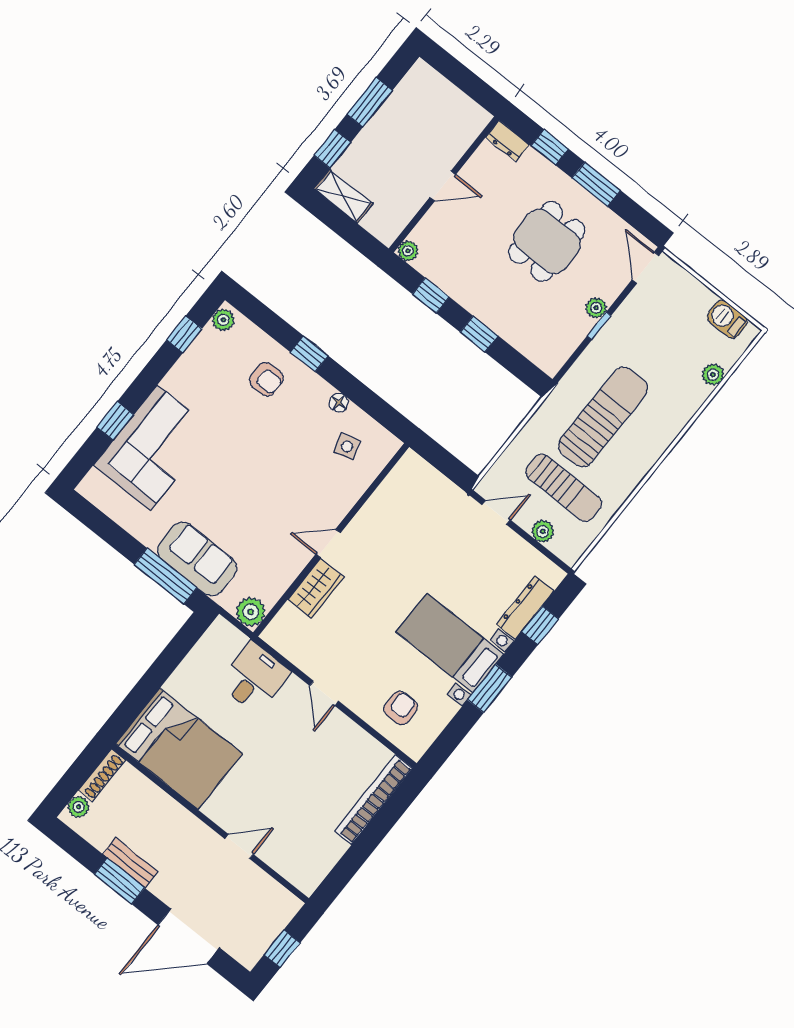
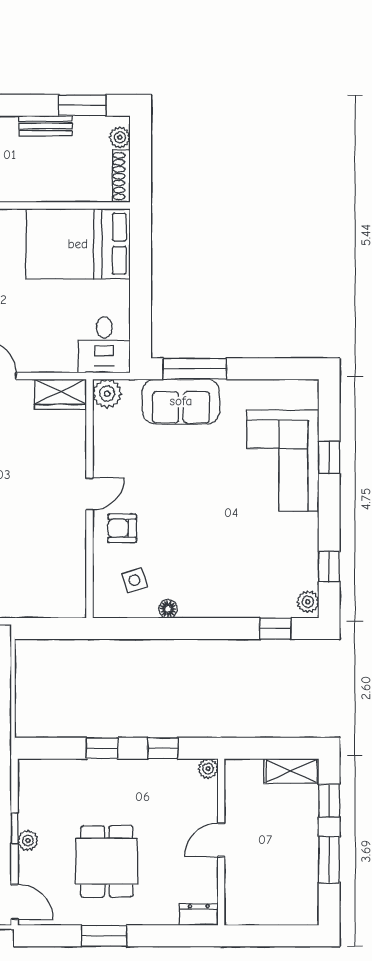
window: (550, 147) -> (163, 936), removed
window: (309, 354) -> (275, 628), moved
armchair: (266, 379) -> (122, 528), moved
wardrobe: (316, 588) -> (60, 394), moved, turned -90
desk: (254, 678) -> (104, 345), moved
window: (119, 881) -> (82, 105), moved

